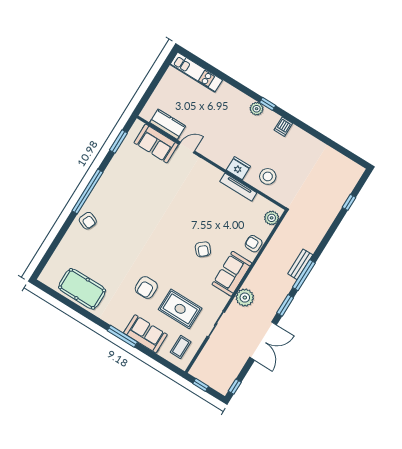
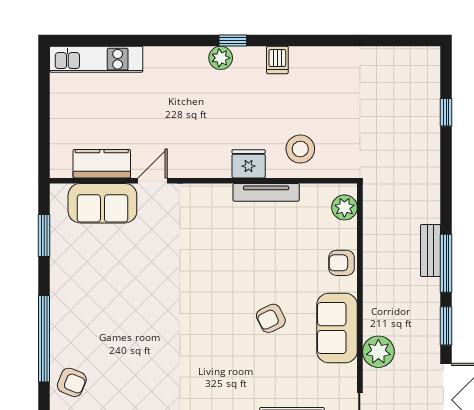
armchair: (203, 249) -> (271, 318), turned 105

